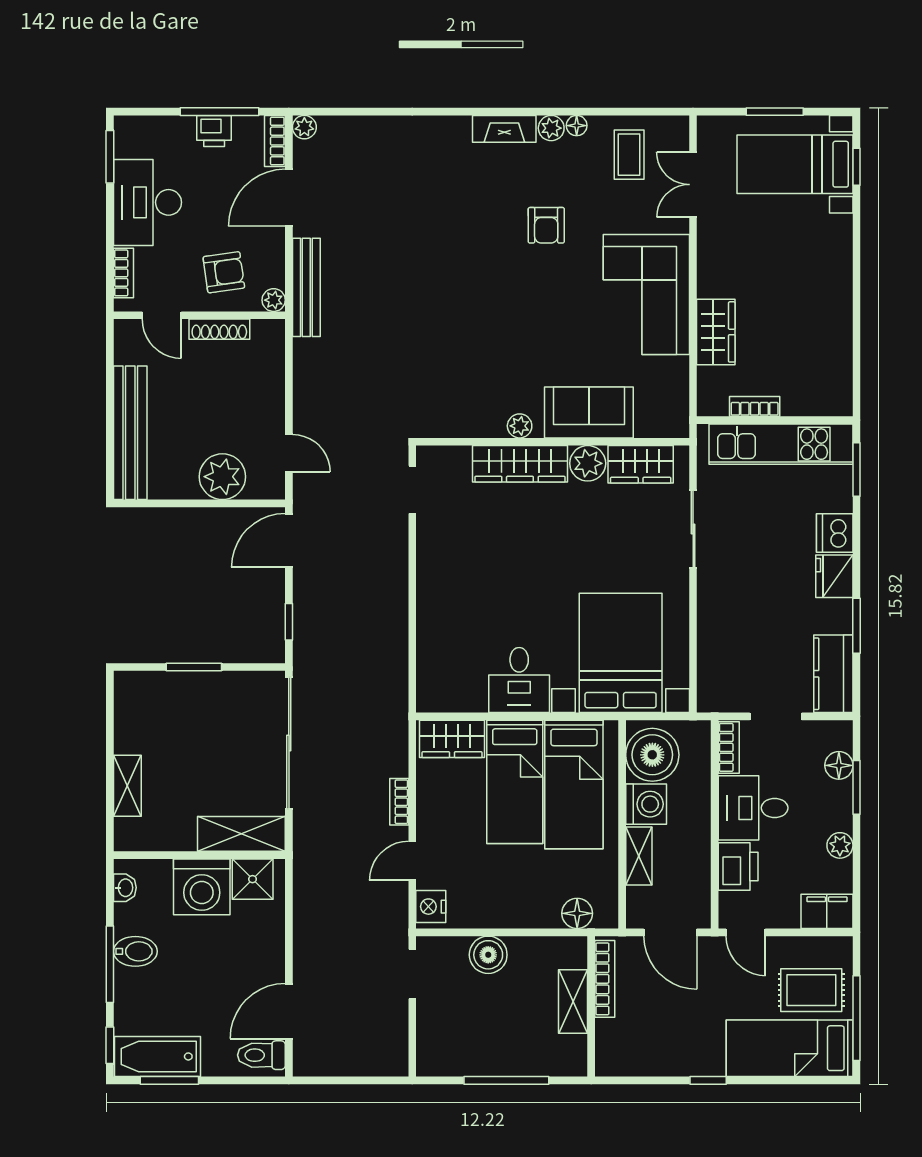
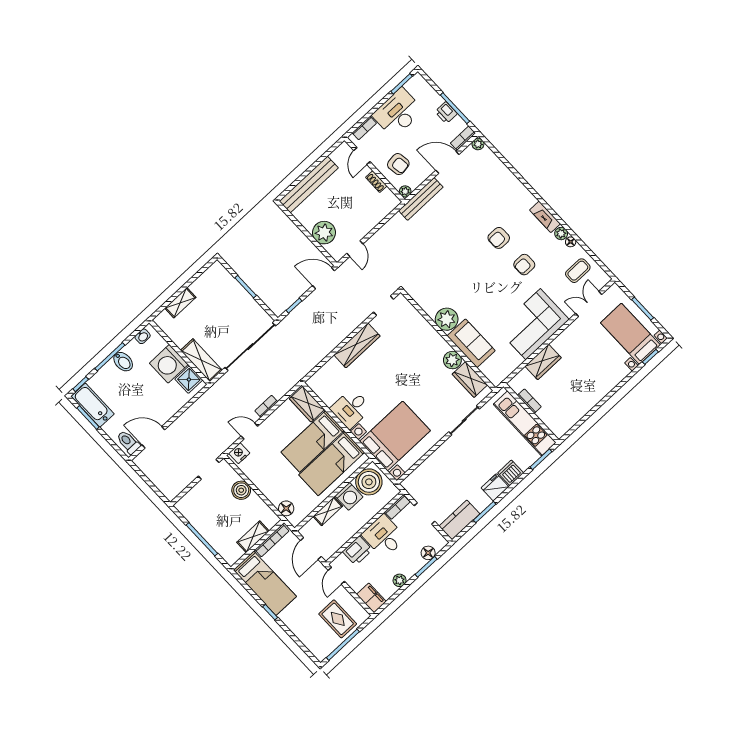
armchair: (472, 226) -> (499, 238), added
shoe rack: (219, 329) -> (376, 182), width x0.70
plant: (520, 426) -> (447, 319), width x1.88, depth x1.88
wardrobe: (520, 464) -> (357, 345), moved, turned -90
bed: (790, 1048) -> (265, 583), moved, turned 180

